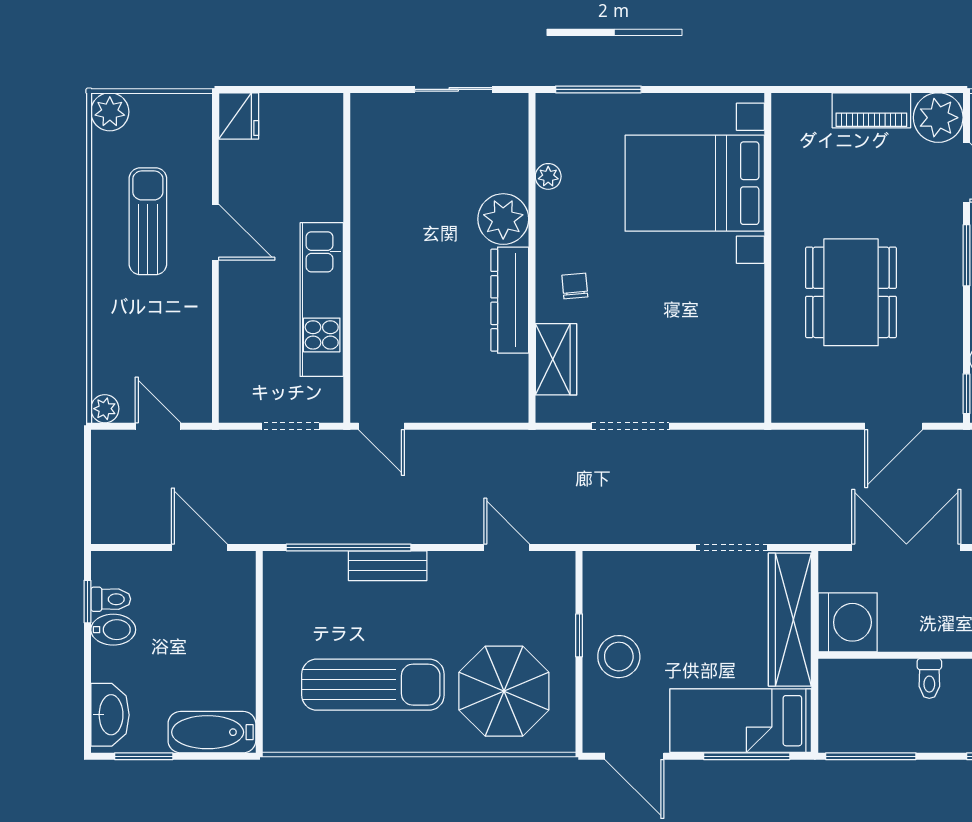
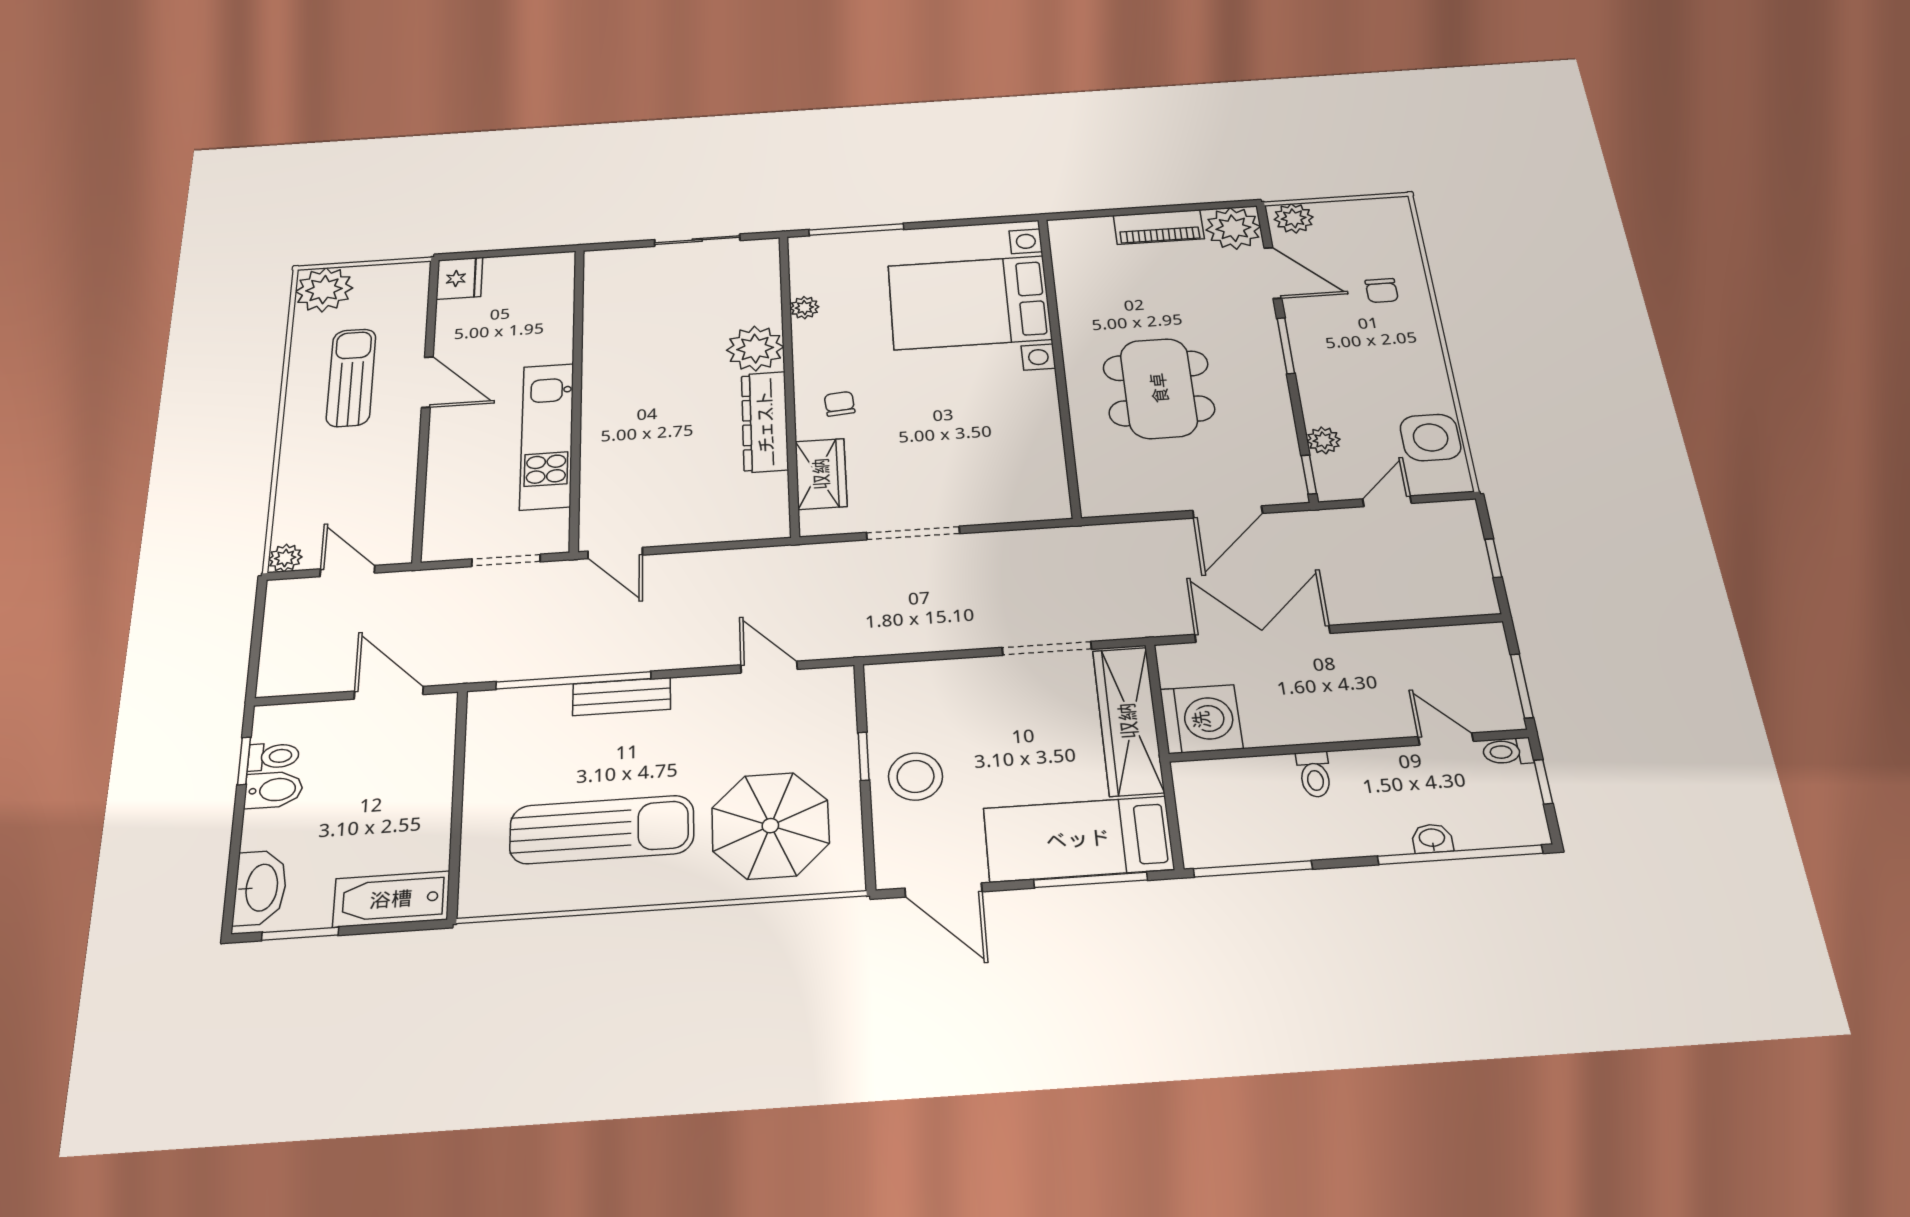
plant: (110, 112) -> (324, 290), width x1.36, depth x1.36

